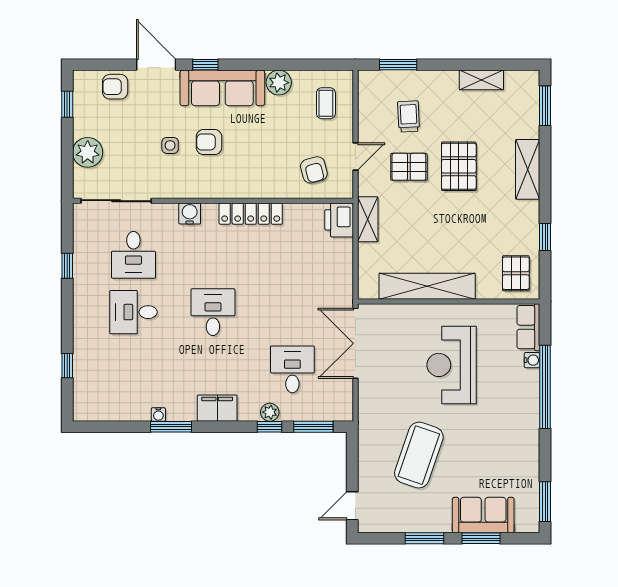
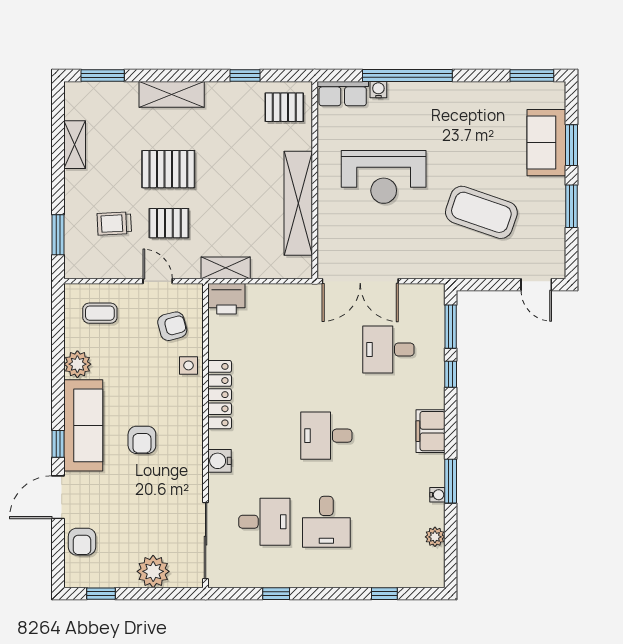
side table: (170, 145) -> (189, 365), moved
pallet: (409, 167) -> (169, 223), turned 90
plant: (270, 412) -> (435, 537), moved

